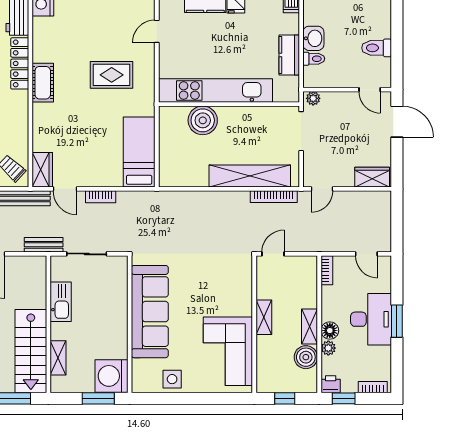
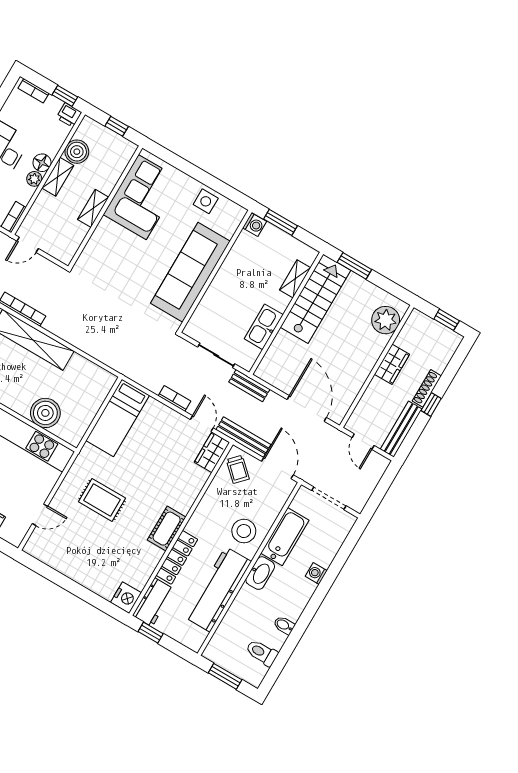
door: (273, 254) -> (28, 245), moved
plant: (328, 348) -> (34, 179), moved
washing machine: (111, 376) -> (255, 225), width x0.53, depth x0.53

